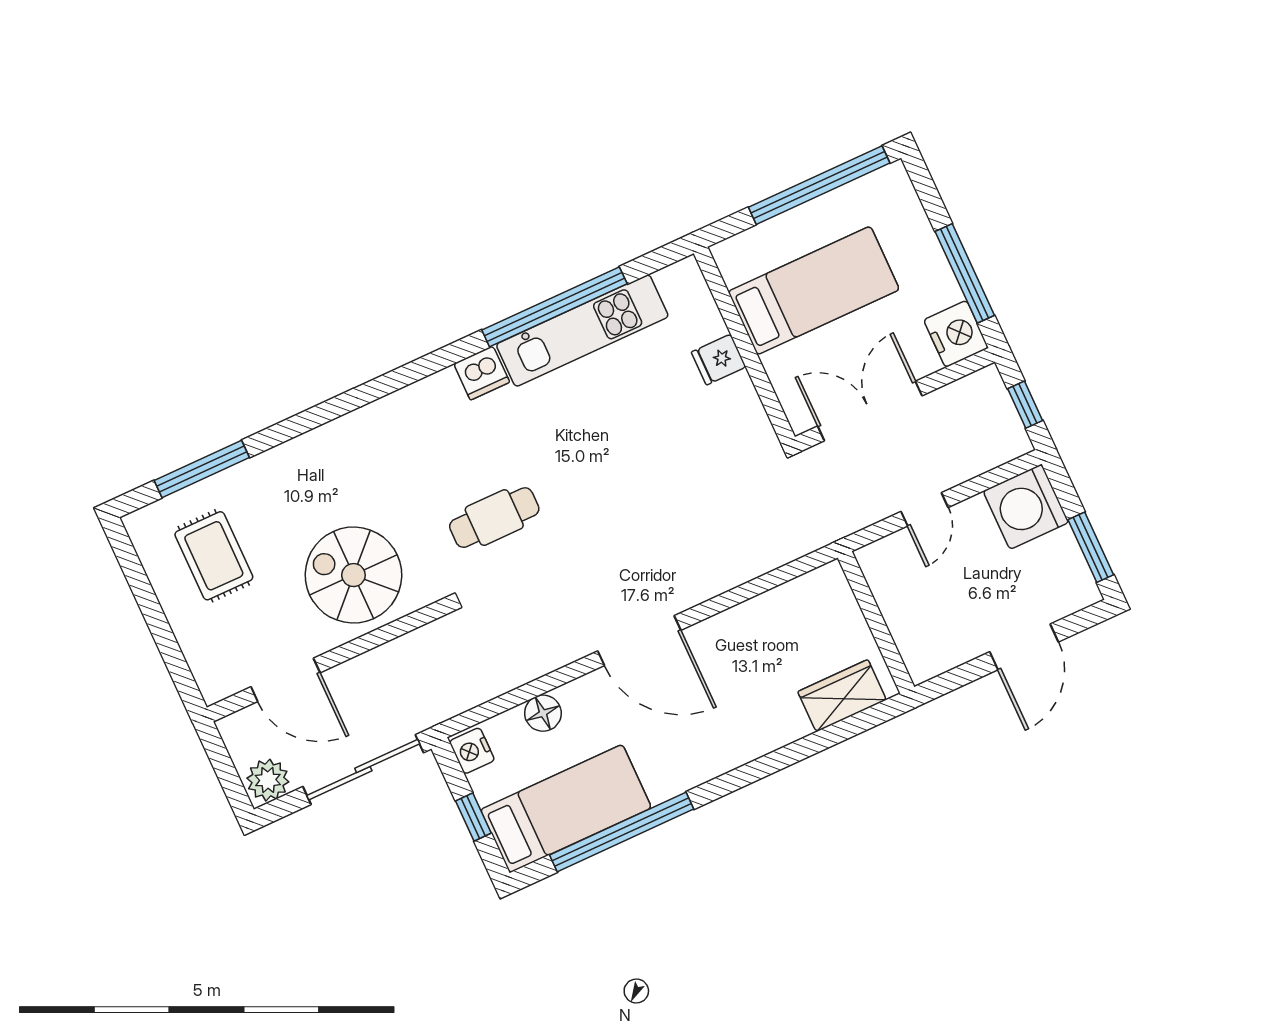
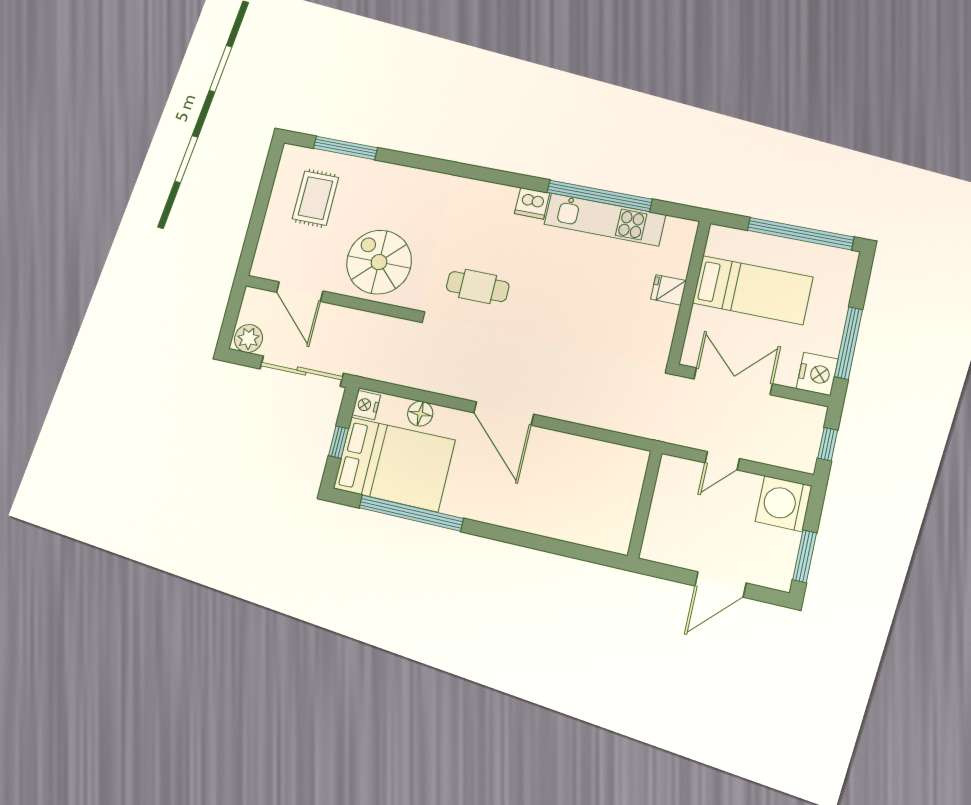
wardrobe: (842, 696) -> (593, 532), removed
bed: (566, 809) -> (394, 464), width x1.50

